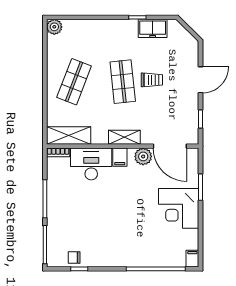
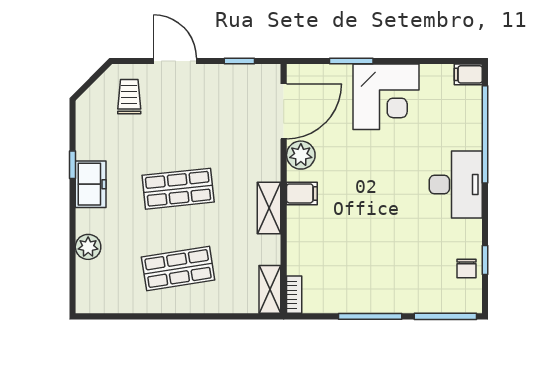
plant: (54, 27) -> (88, 247), moved
freezer: (153, 28) -> (91, 184), moved
trolley: (152, 80) -> (129, 97), moved
shop shelf: (74, 82) -> (178, 269), turned -30
shelving: (69, 135) -> (270, 289), width x0.67, depth x0.75
shelving: (124, 137) -> (269, 208), moved
desk: (91, 164) -> (456, 185), moved, turned 180

